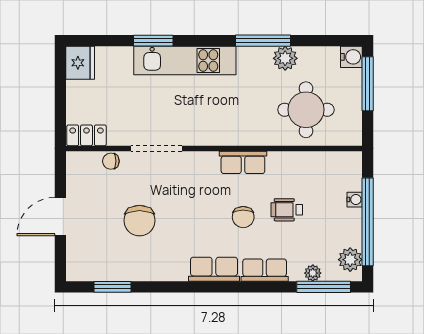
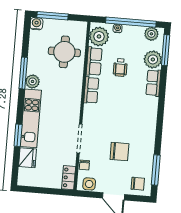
plant: (285, 58) -> (33, 81), moved
fridge: (80, 63) -> (27, 158), moved, turned 90
plant: (338, 168) -> (99, 36), added
side table: (78, 172) -> (89, 184), added
chair: (243, 217) -> (138, 184), moved
row of seats: (214, 269) -> (94, 61), moved, turned 180
plant: (313, 273) -> (153, 59), width x1.88, depth x1.88
window: (113, 287) -> (156, 170), width x1.44

